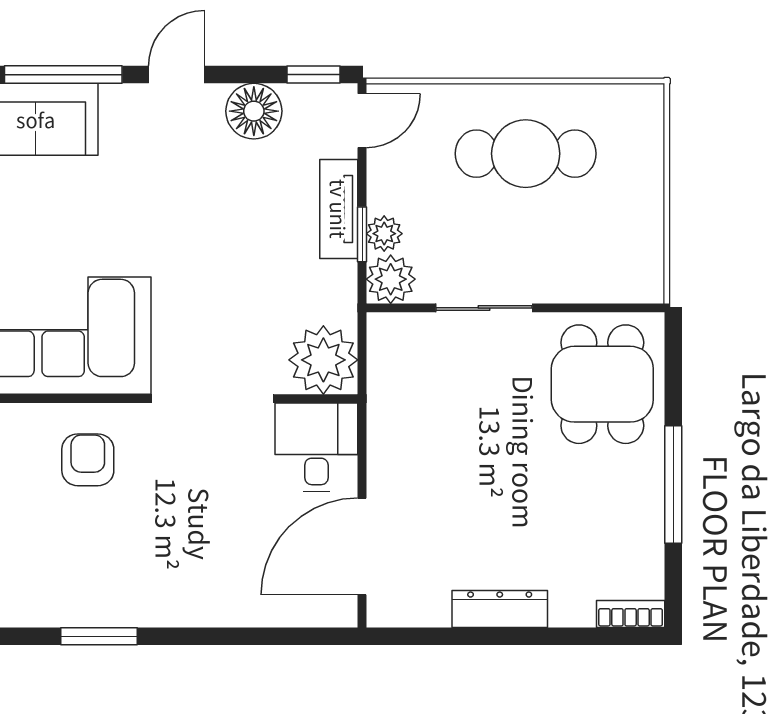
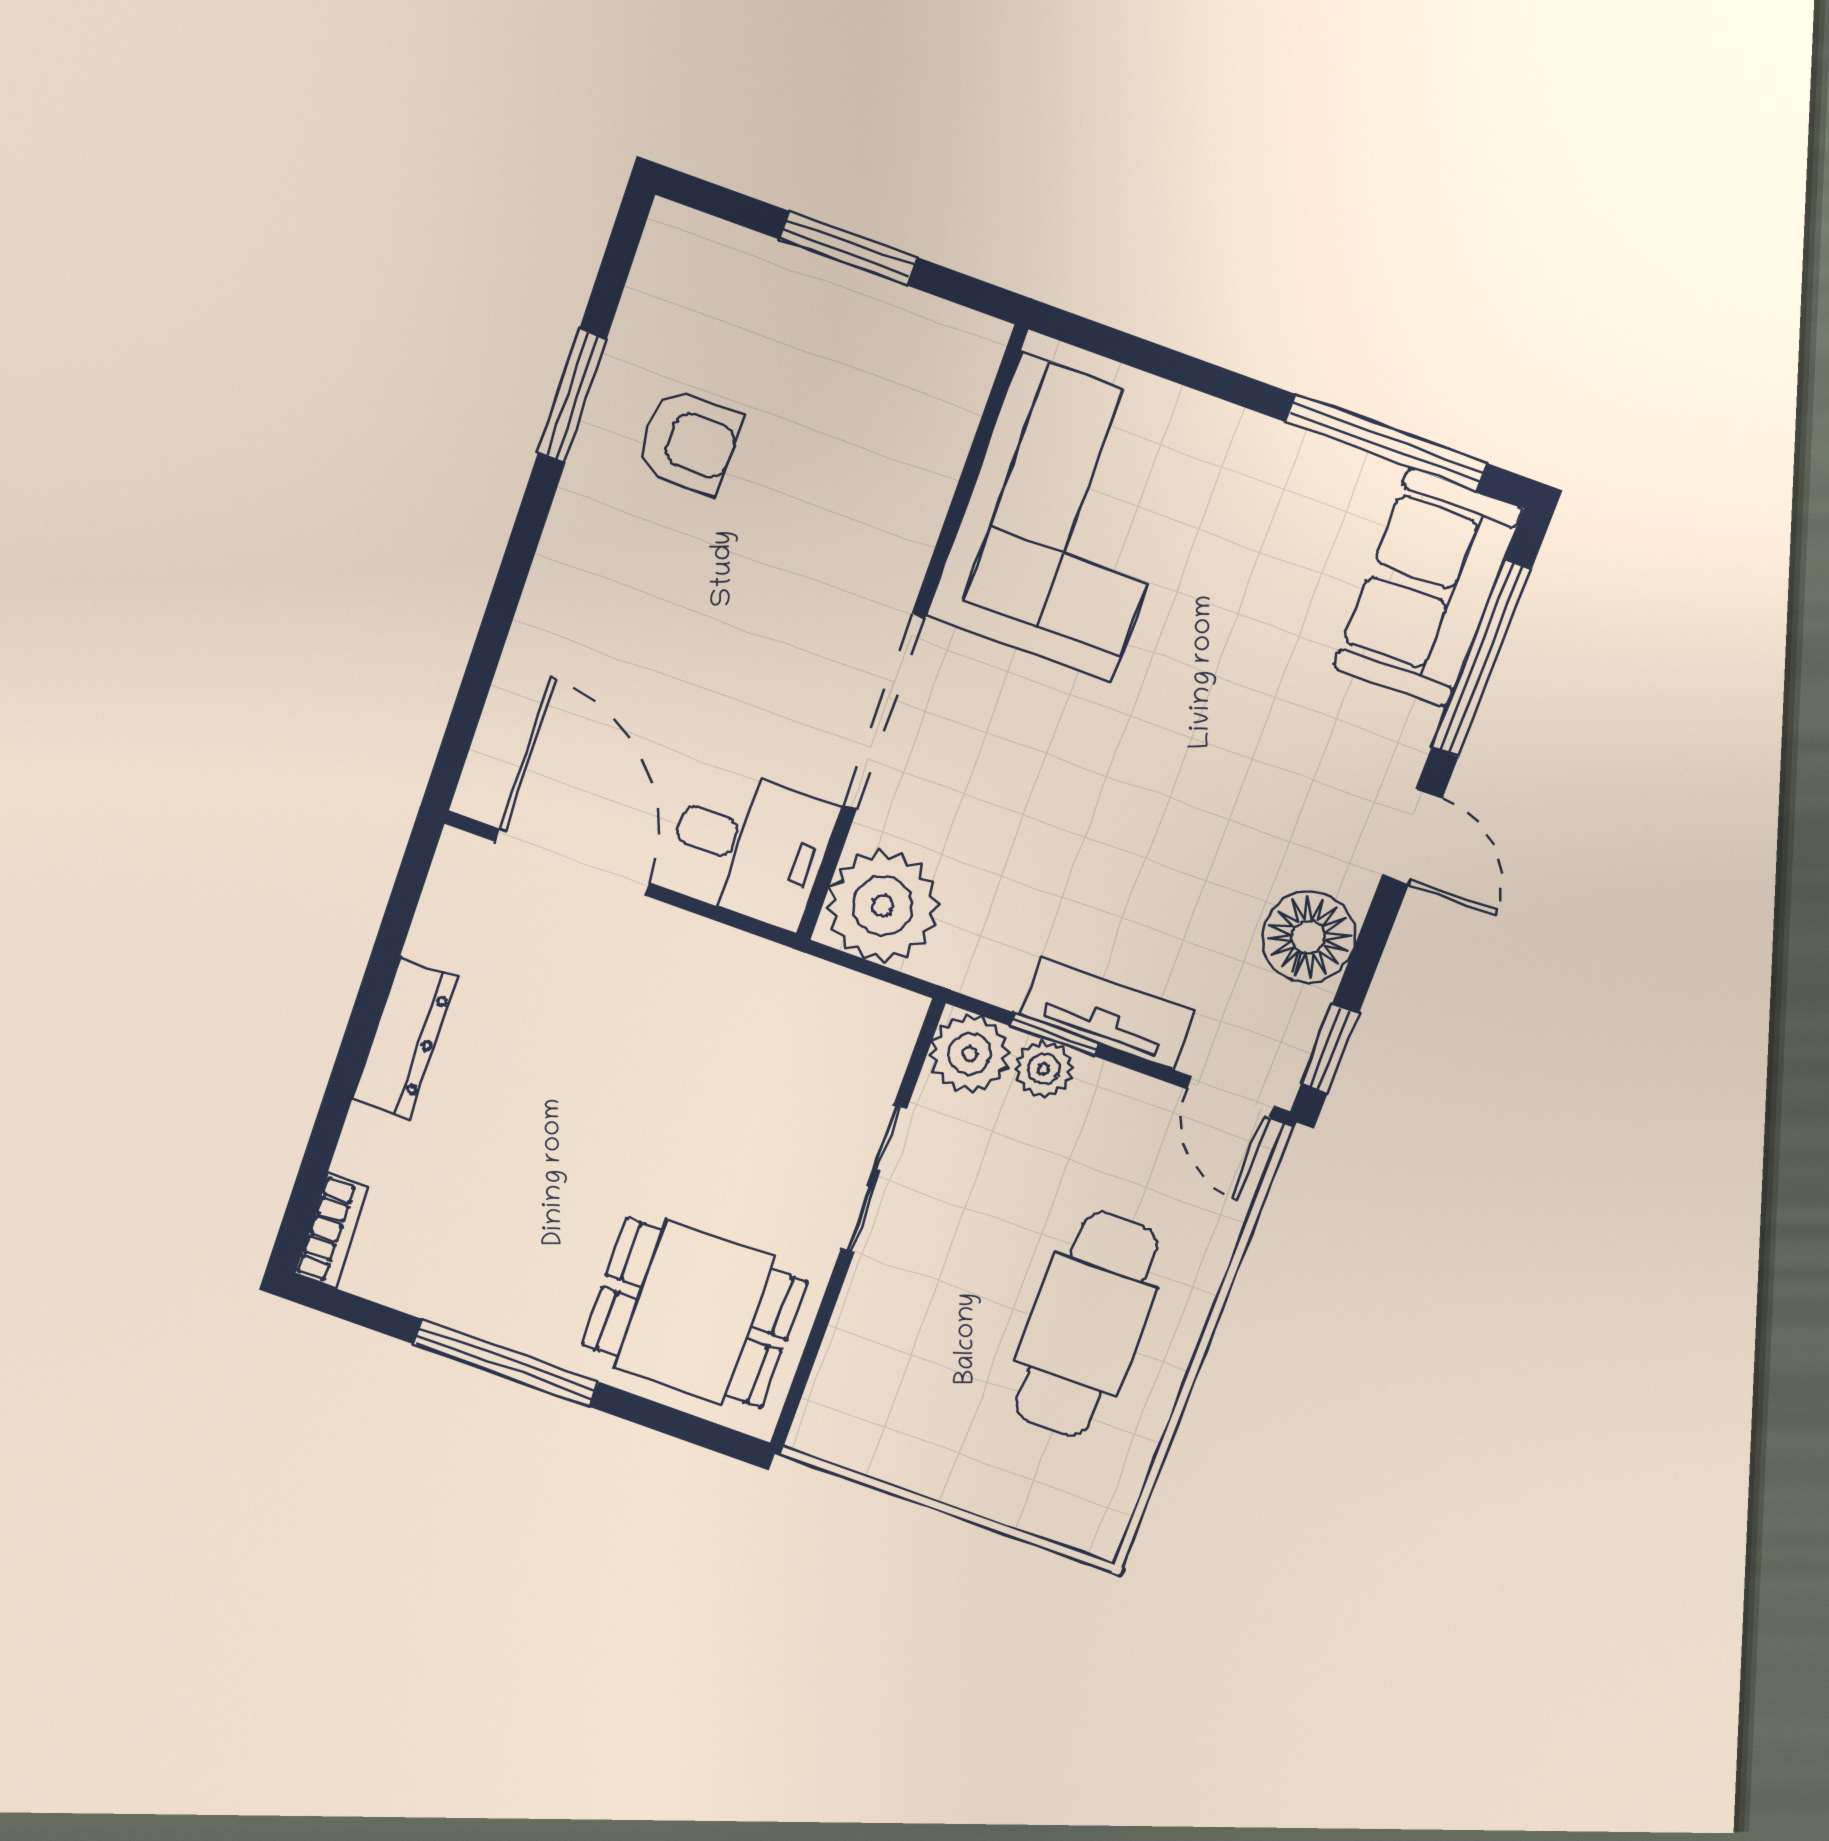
armchair: (88, 460) -> (689, 441), moved

